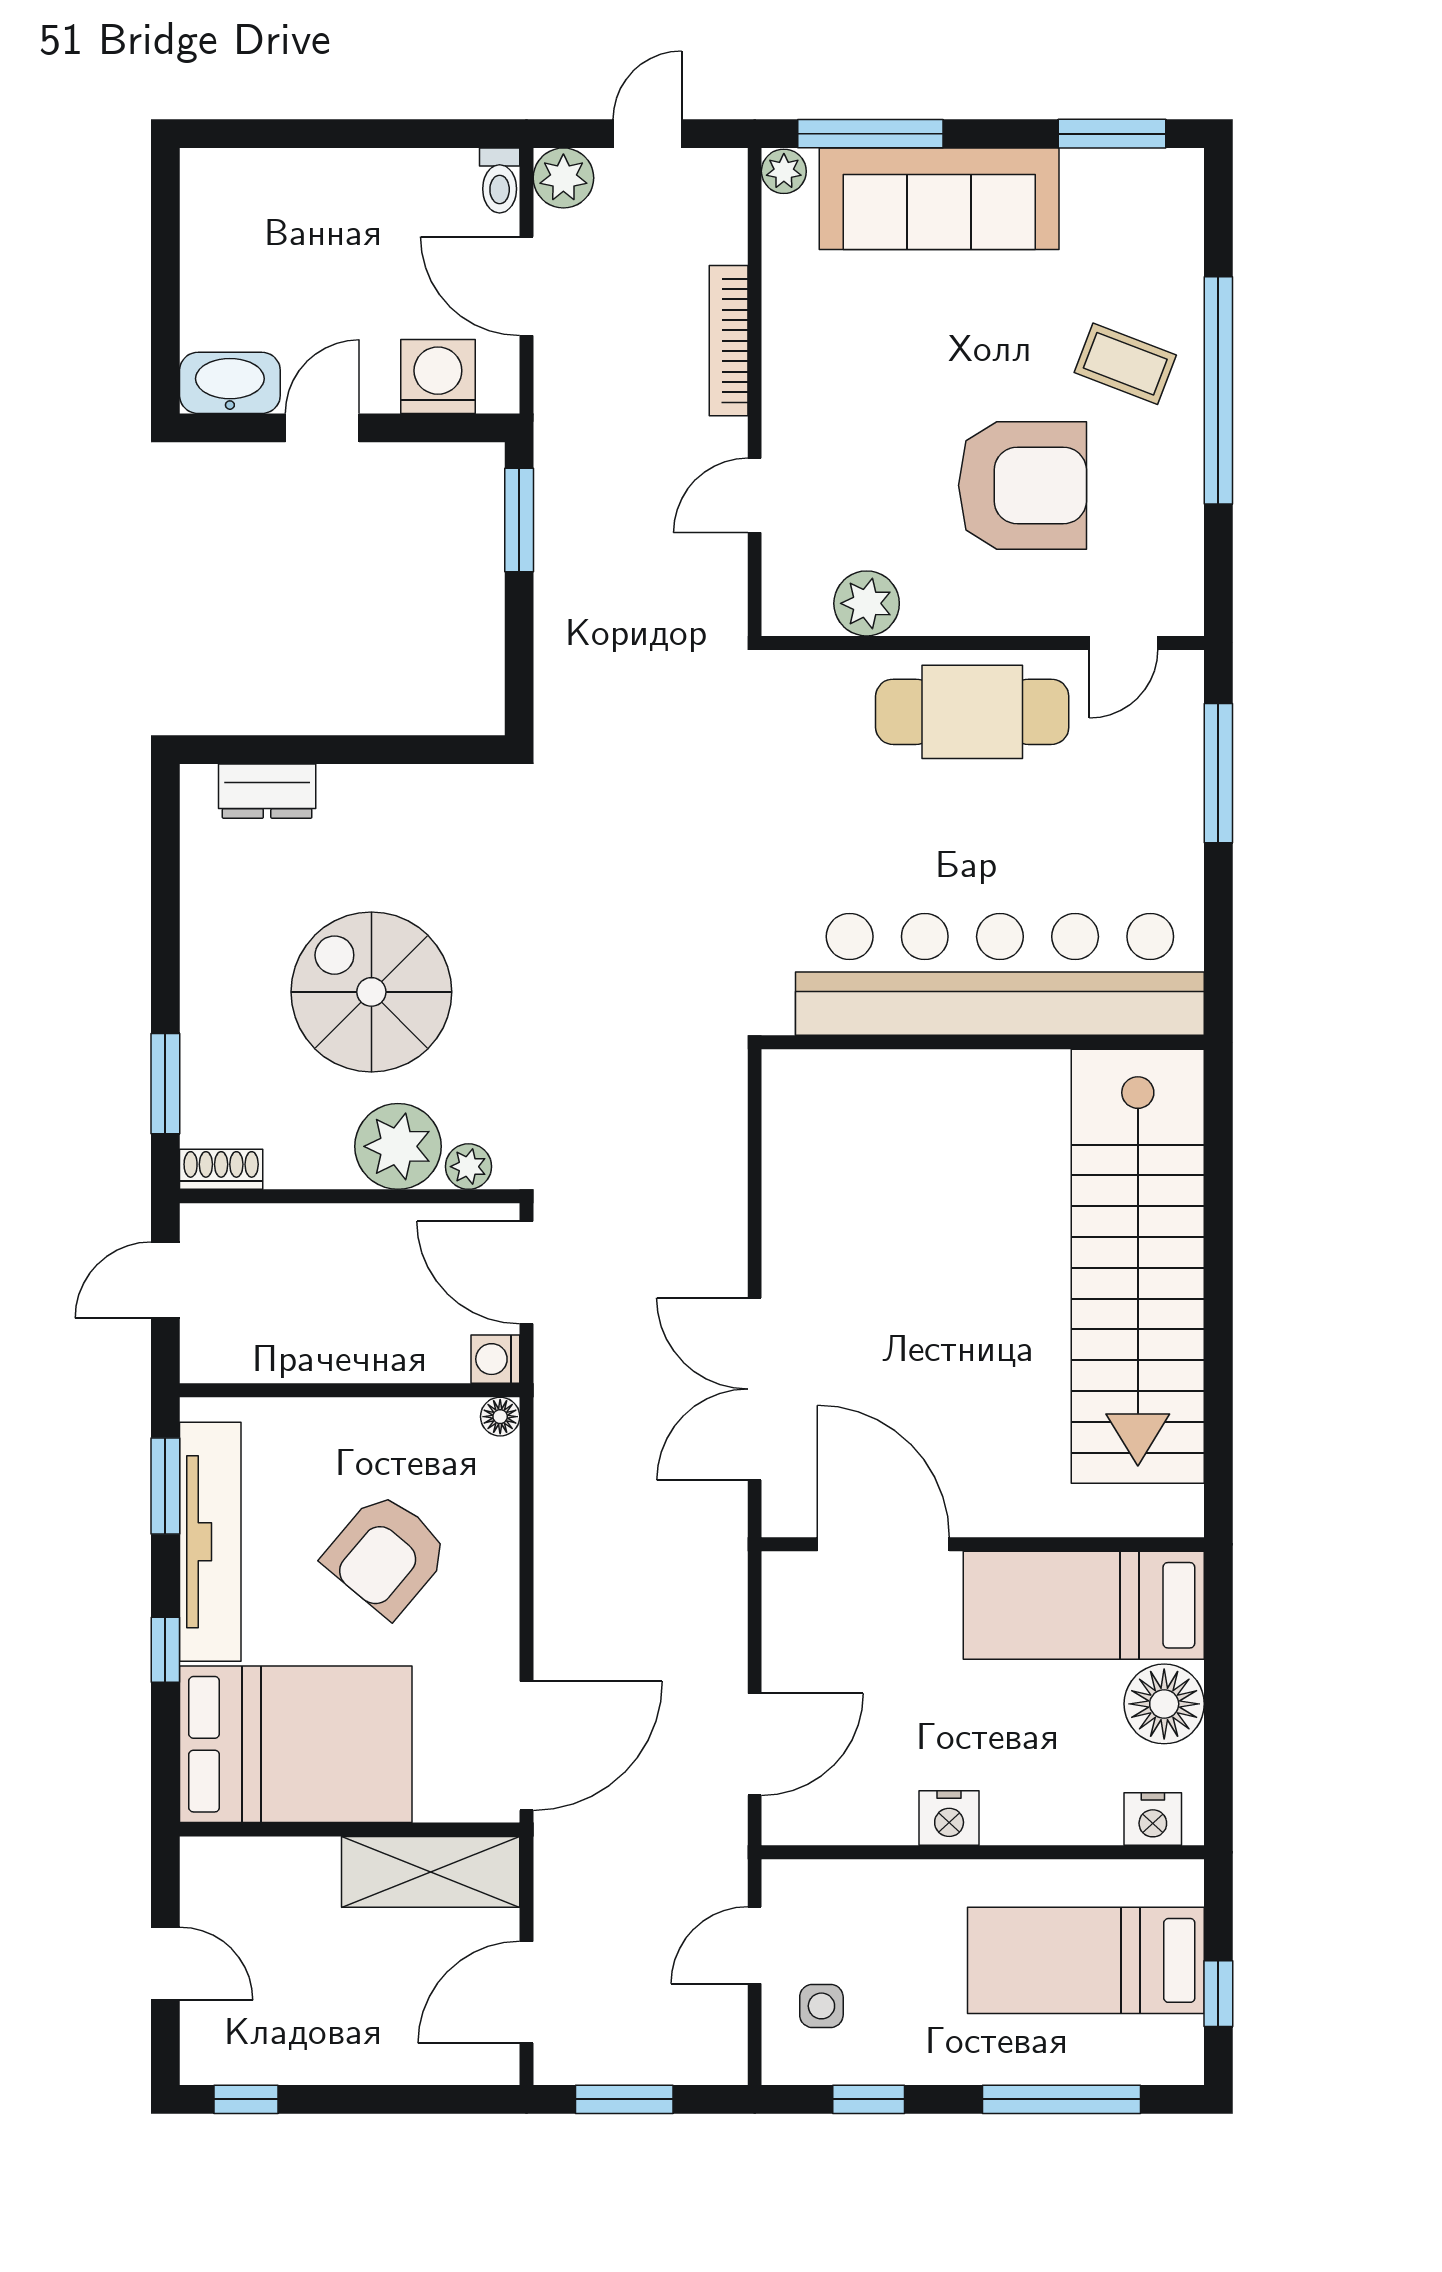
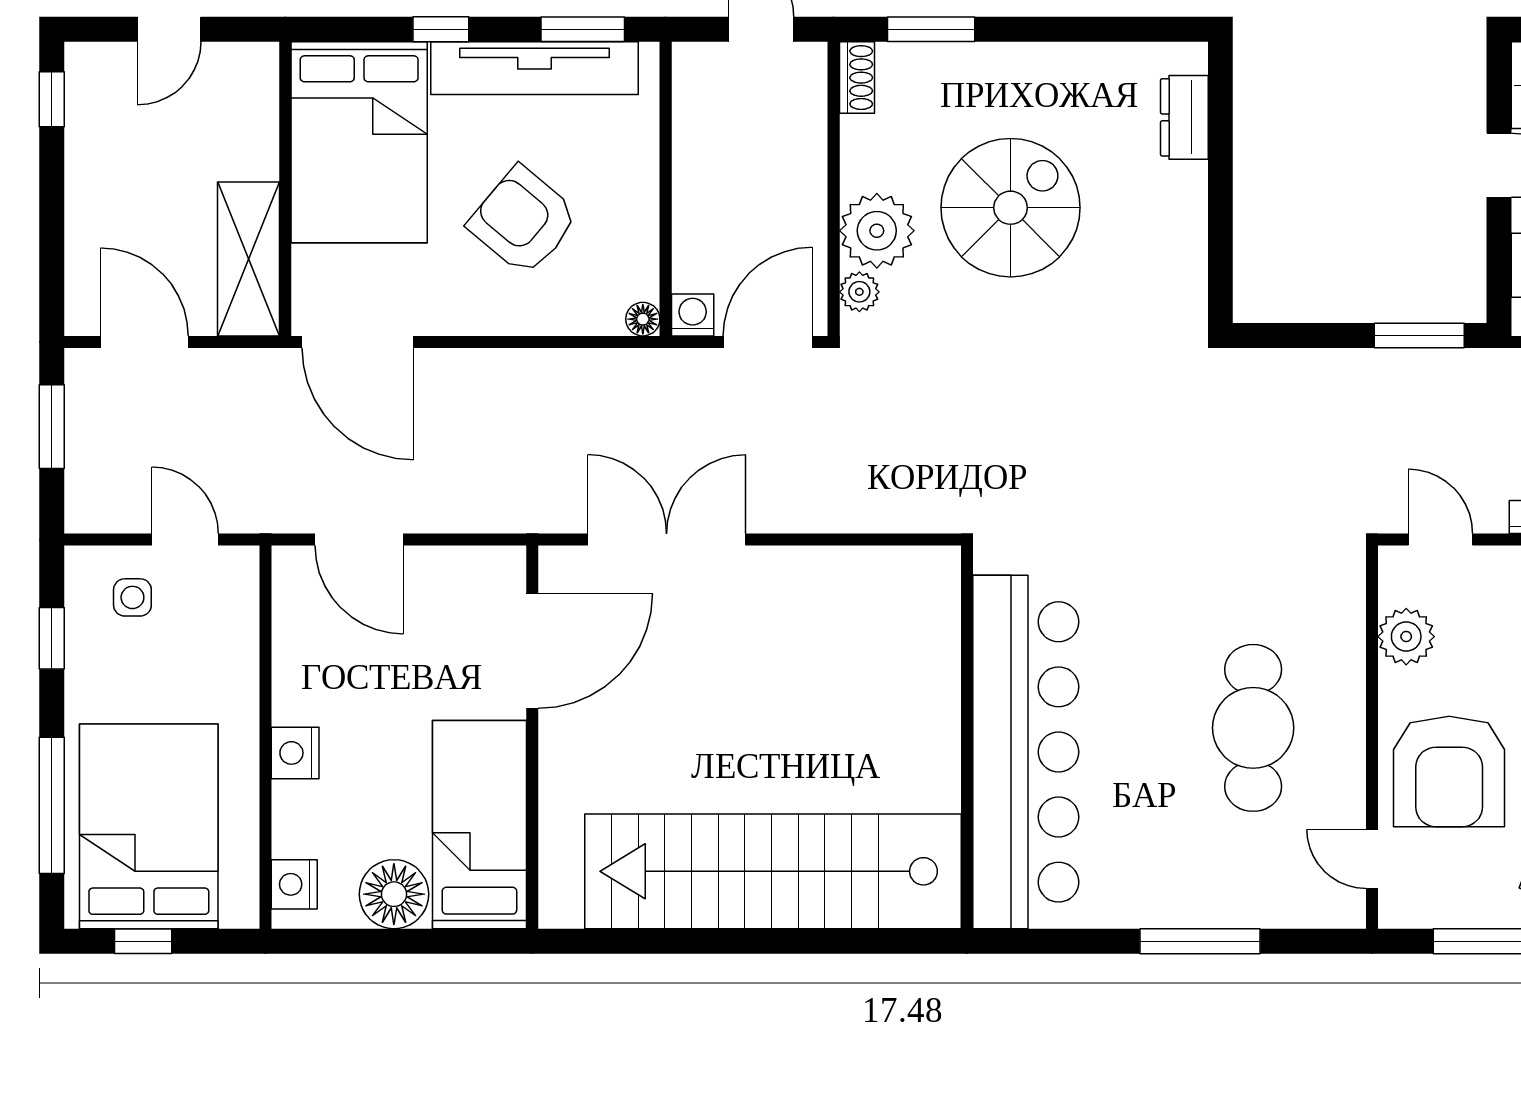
plant: (867, 603) -> (1406, 637), moved
wall: (983, 643) -> (1372, 737), moved
door: (1123, 643) -> (1372, 859), moved
nightstand: (949, 1818) -> (295, 753), moved
bed: (1086, 1960) -> (149, 826), width x1.50

